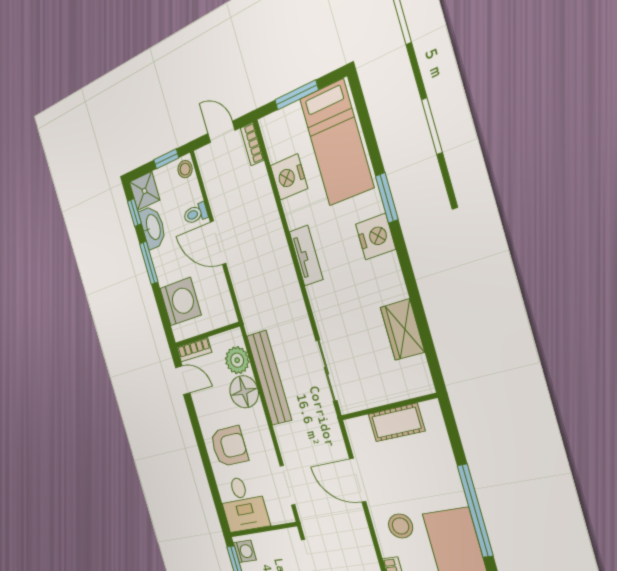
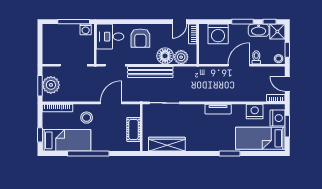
door: (221, 132) -> (287, 84), swing flipped
nightstand: (376, 237) -> (278, 118), moved, turned -90
wardrobe: (402, 330) -> (167, 144), width x1.50
bench: (269, 378) -> (150, 72), moved

